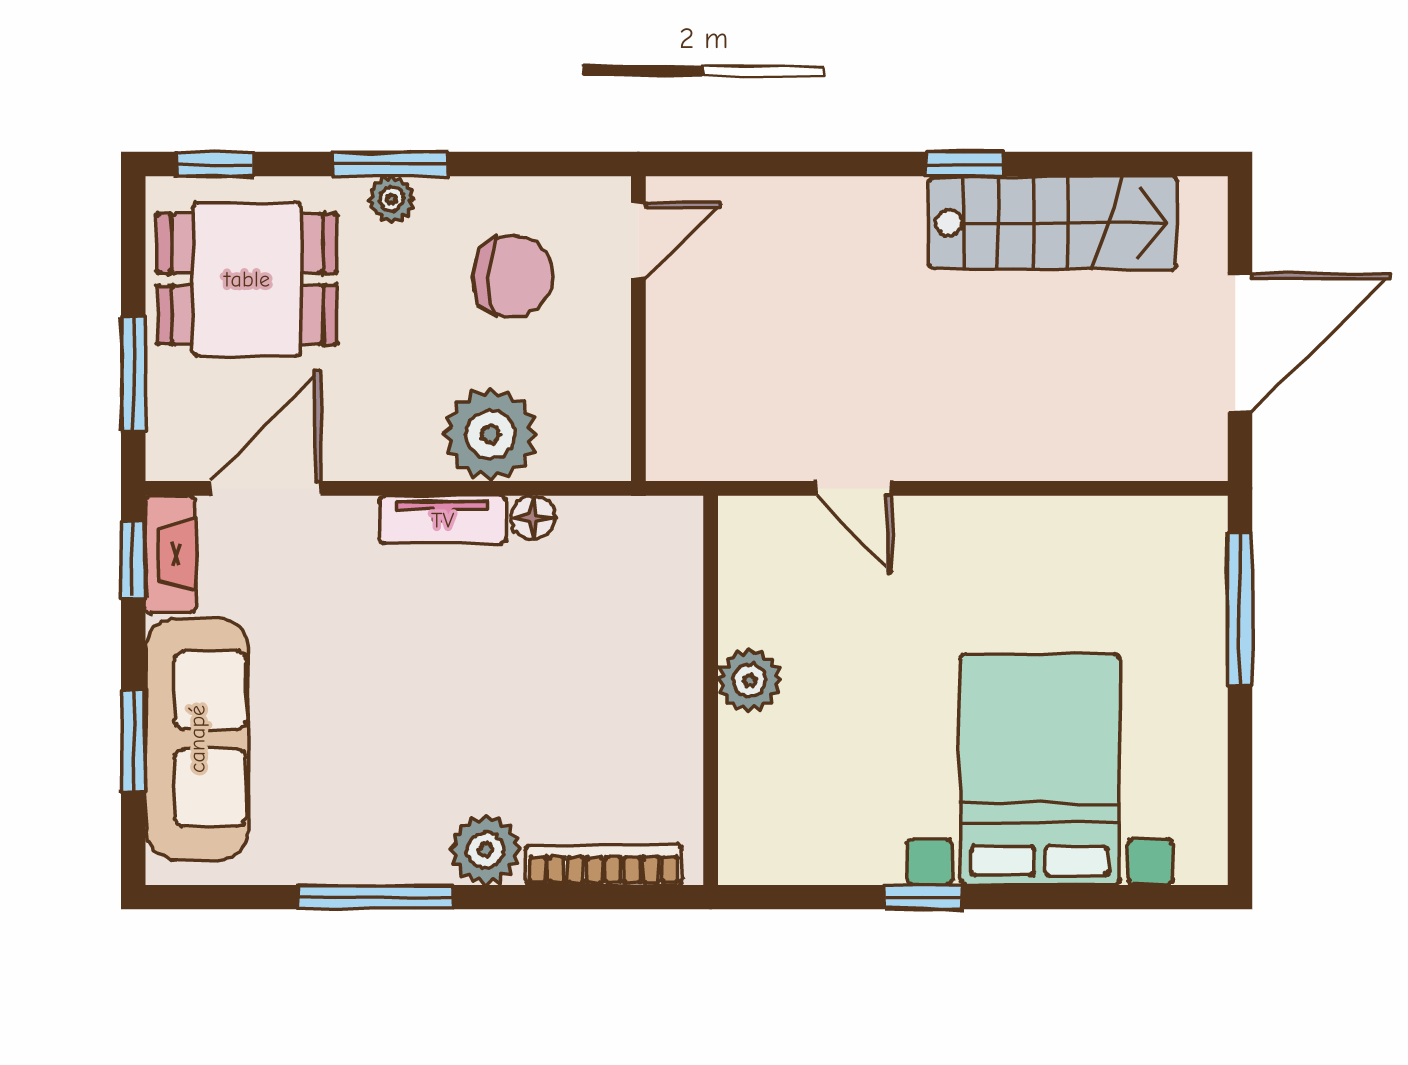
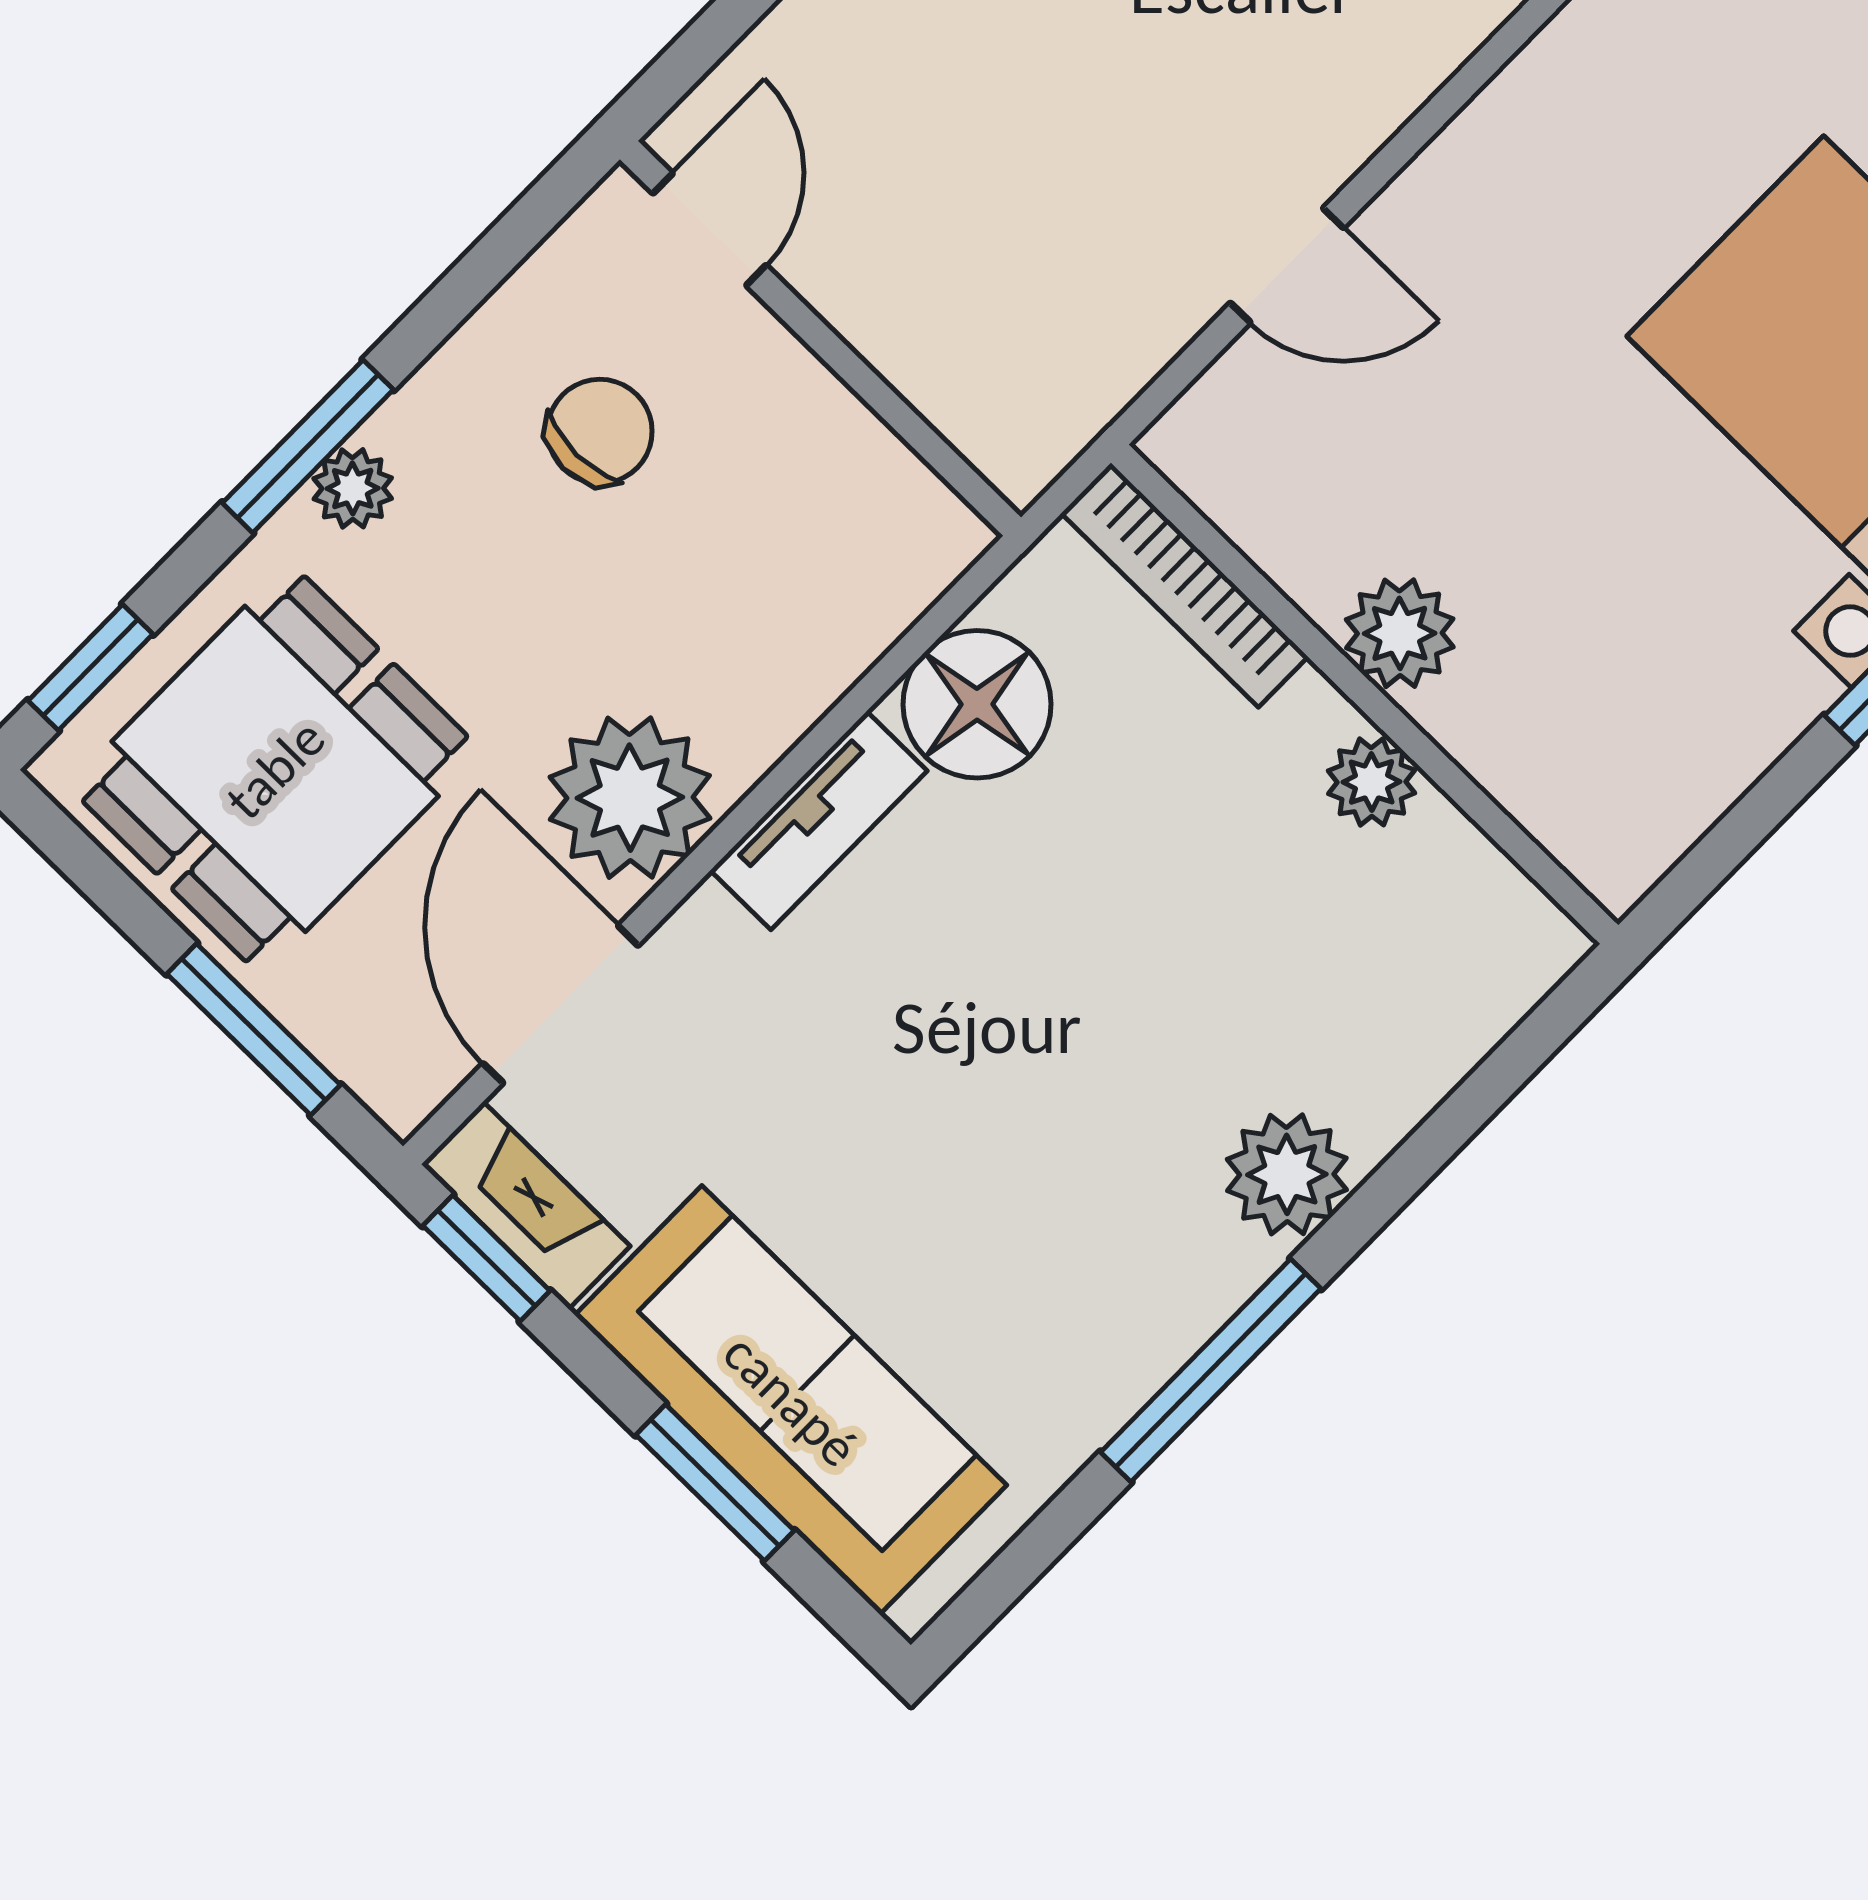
chair: (513, 276) -> (600, 431), width x0.73, depth x0.73
plant: (491, 434) -> (630, 798), moved
floor lamp: (533, 518) -> (977, 704), width x1.89, depth x1.89
plant: (678, 728) -> (1372, 782), added
bookcase: (604, 865) -> (1185, 585), moved, turned -90

